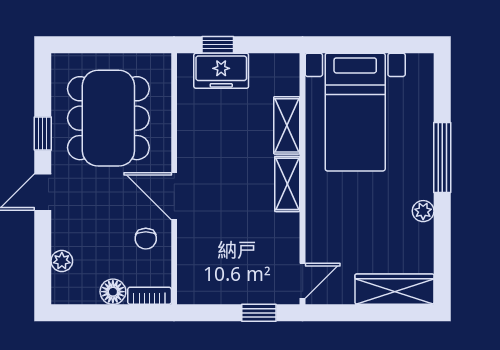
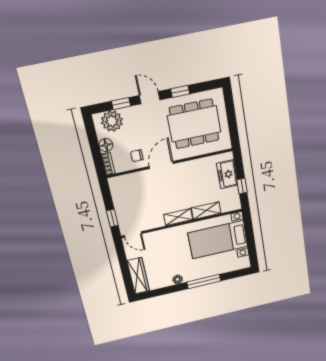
window: (218, 45) -> (242, 186), moved
window: (43, 247) -> (121, 104), added
plant: (62, 261) -> (112, 121), width x1.88, depth x1.88

